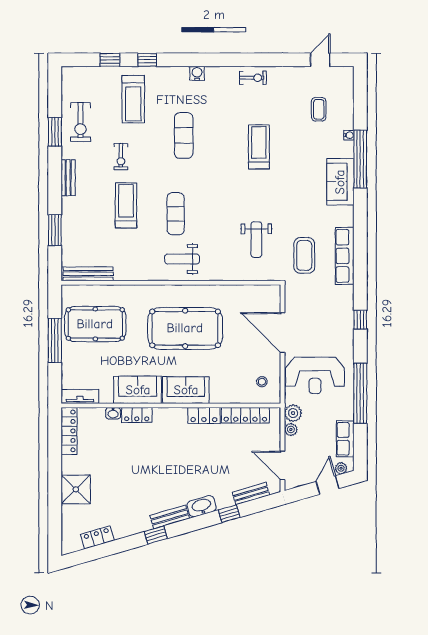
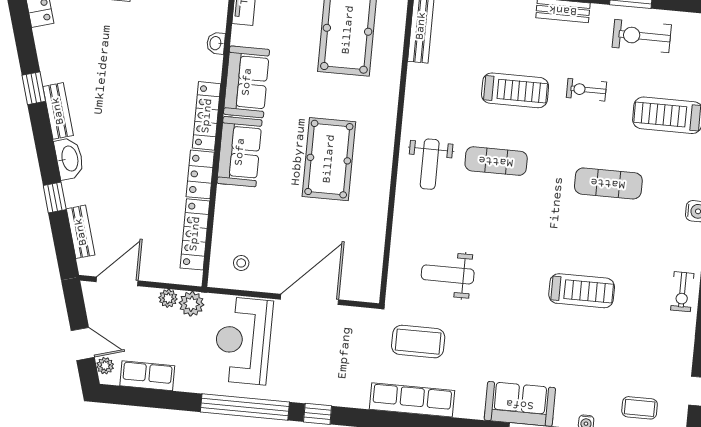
coffee table: (319, 109) -> (640, 408), moved
weight bench: (182, 259) -> (430, 164), turned 180
pool table: (185, 328) -> (329, 159), width x0.73, depth x0.76
window: (360, 393) -> (245, 407), moved
locker: (137, 415) -> (207, 116), moved, width x1.53

